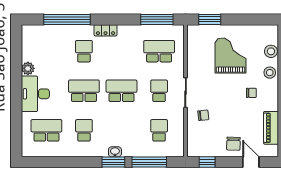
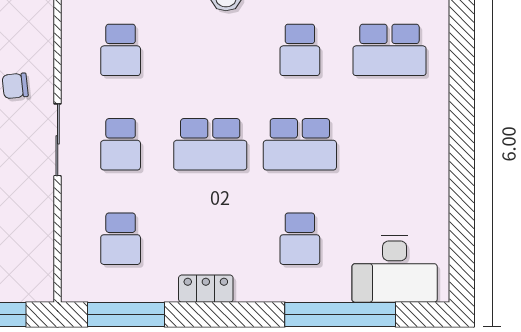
locker: (106, 30) -> (206, 289), moved
school desk: (159, 51) -> (121, 239), width x0.54
plant: (28, 68) -> (434, 198), removed
desk: (35, 94) -> (395, 269), moved, turned 90

